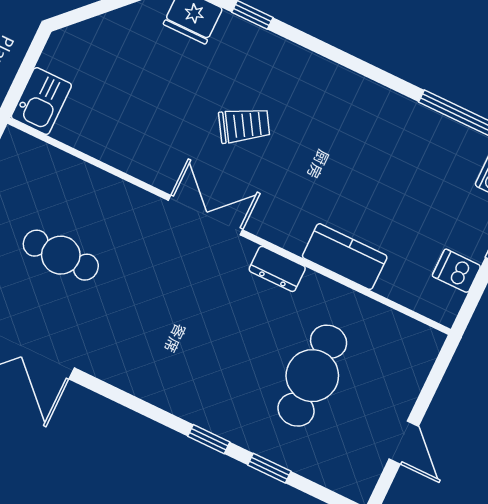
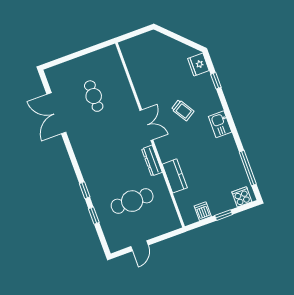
kitchen sink: (41, 101) -> (220, 124), moved, turned 90
dresser: (277, 269) -> (152, 161), width x1.44

